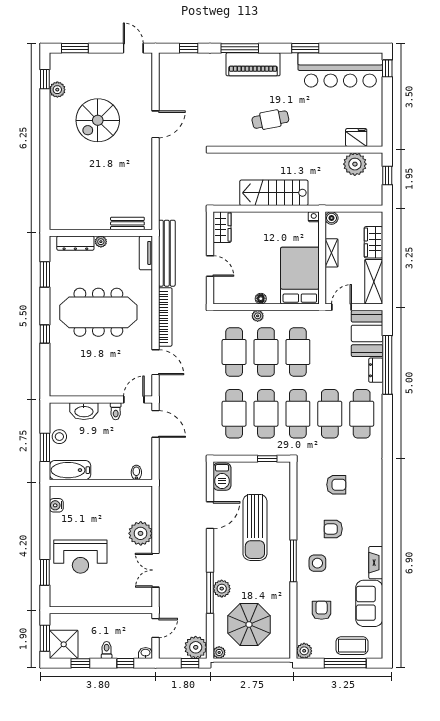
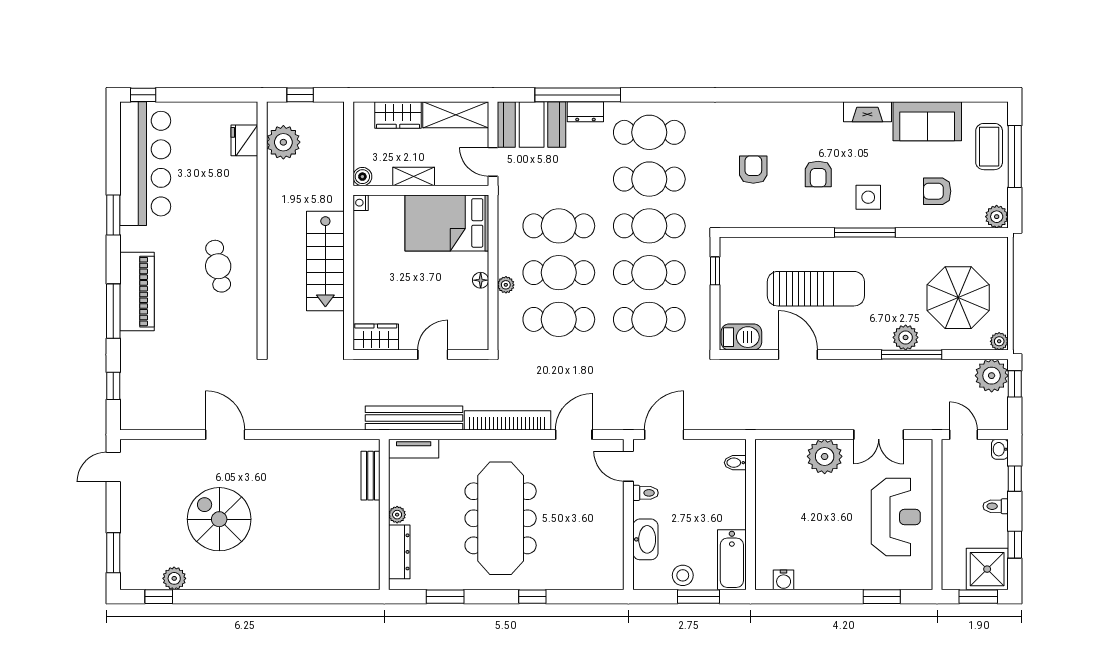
spiral stairs: (98, 120) -> (219, 519), turned 180
reception desk: (80, 557) -> (896, 517), moved

